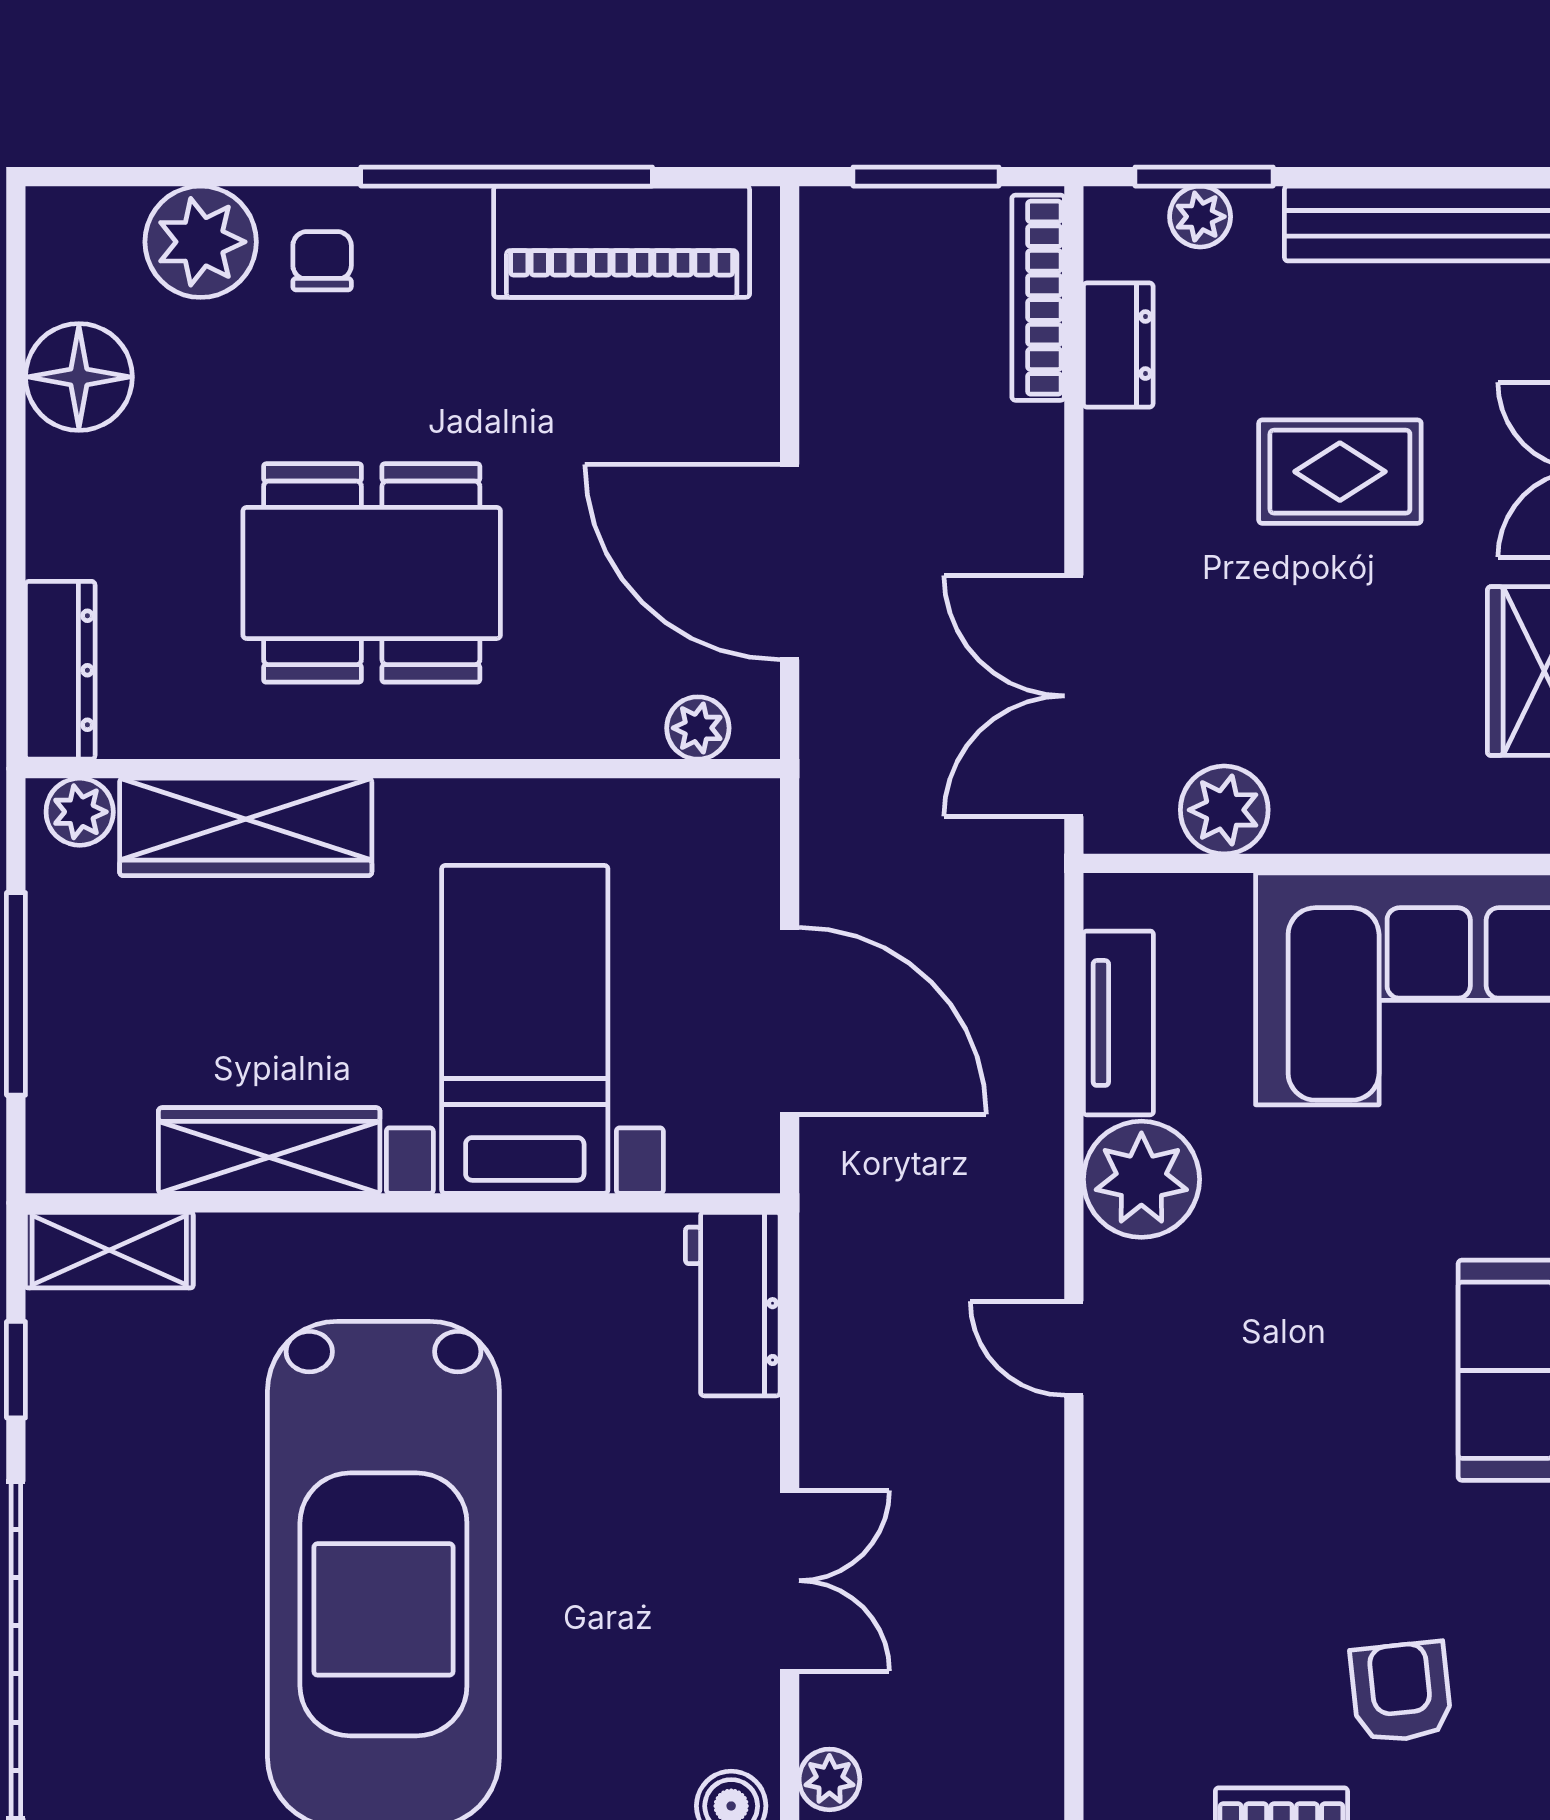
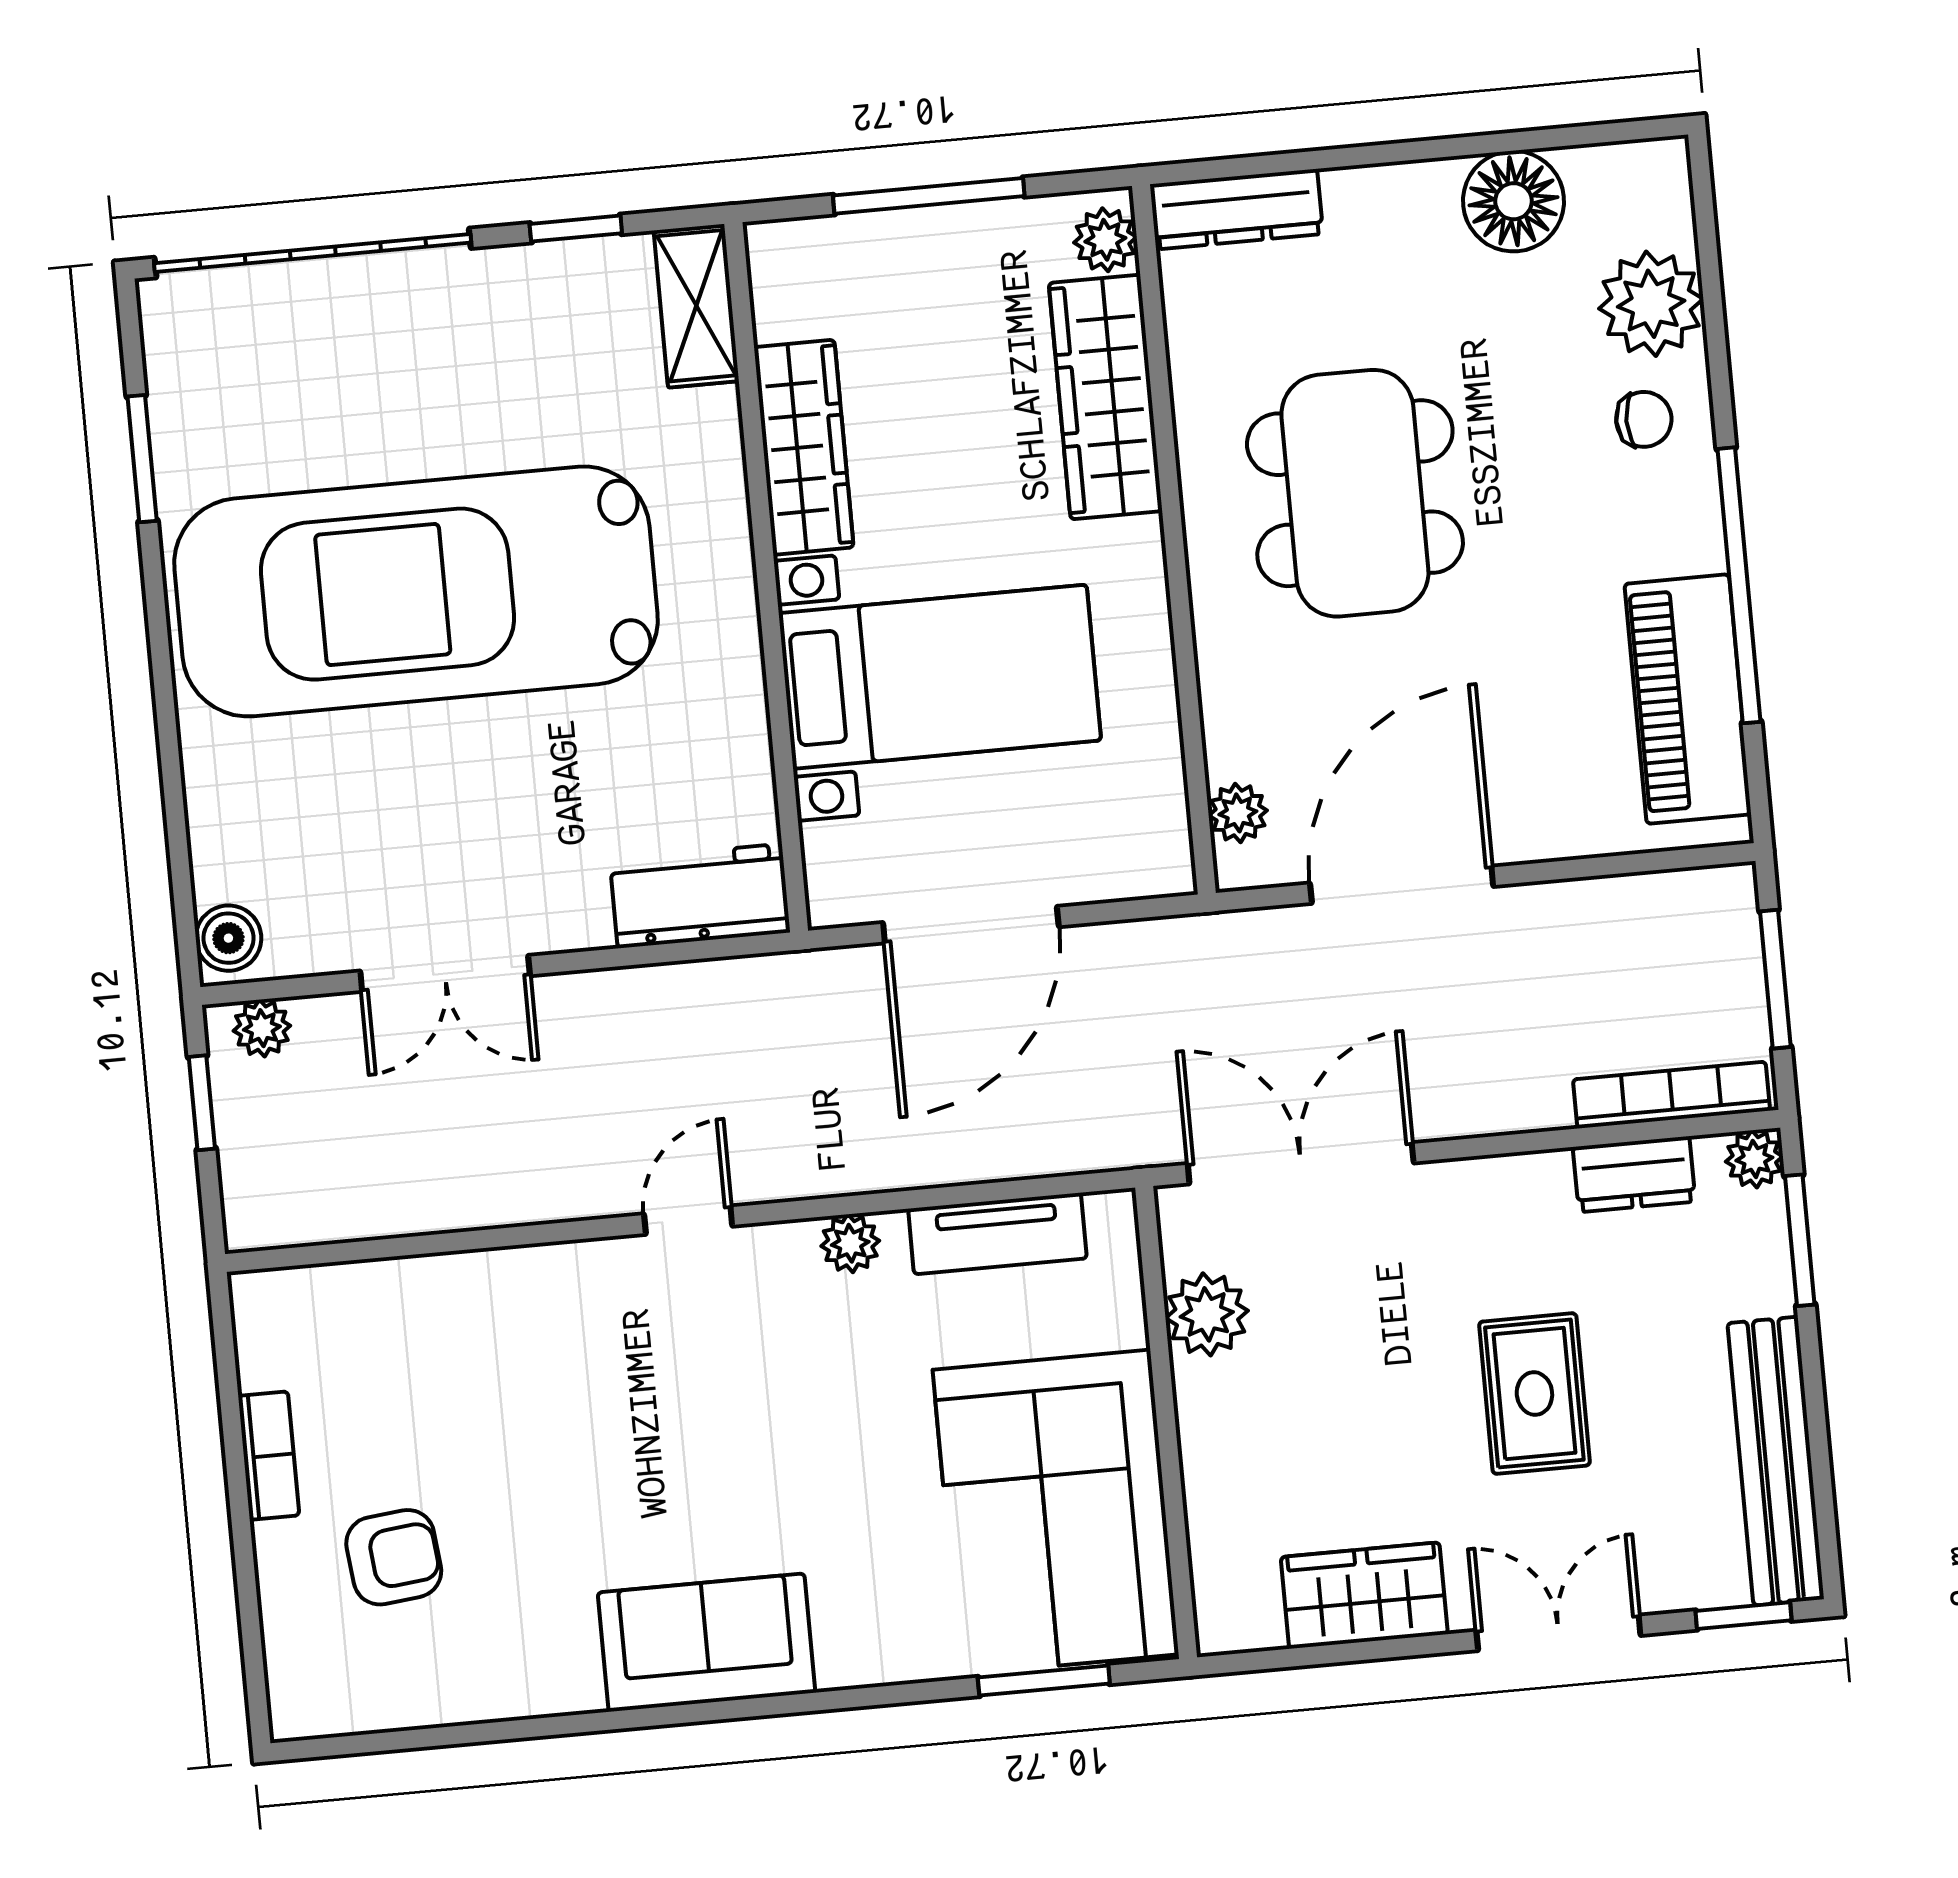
plant: (1200, 217) -> (1754, 1159), moved
plant: (1141, 1179) -> (850, 1243), width x0.53, depth x0.53

